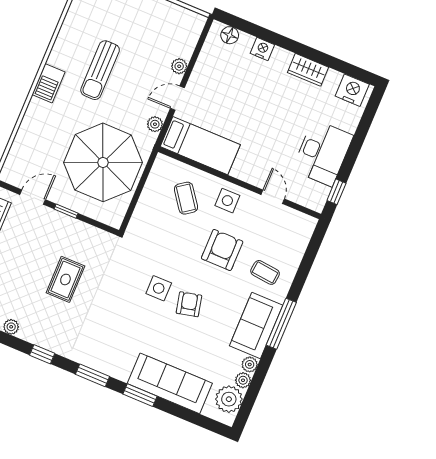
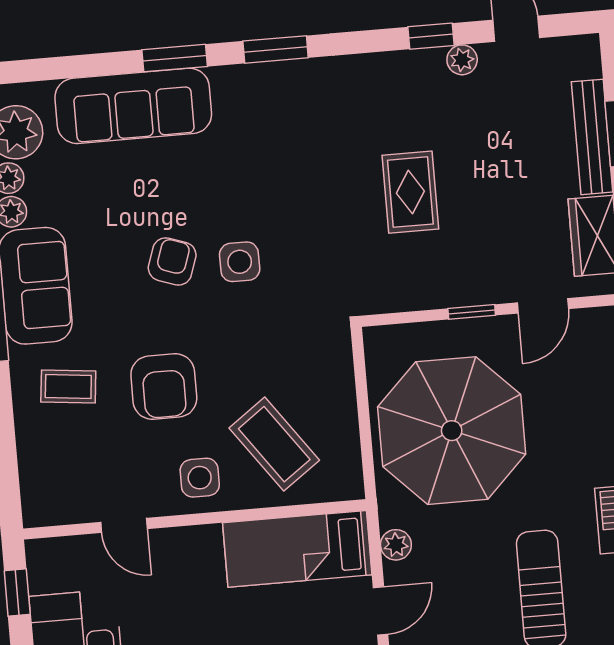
coffee table: (186, 198) -> (274, 444), width x1.36, depth x1.30
armchair: (189, 304) -> (172, 261), turned -148
window: (42, 354) -> (431, 36), moved

